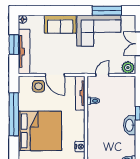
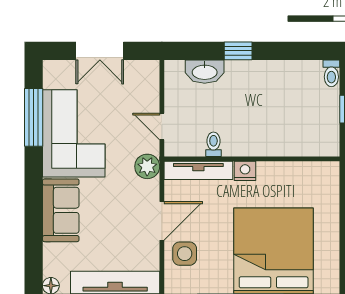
plant: (128, 68) -> (147, 166), moved
washbasin: (130, 125) -> (205, 72), moved
nightstand: (80, 147) -> (245, 171), moved

